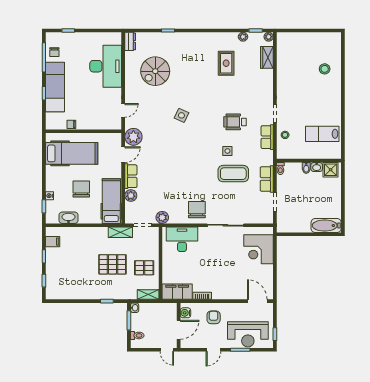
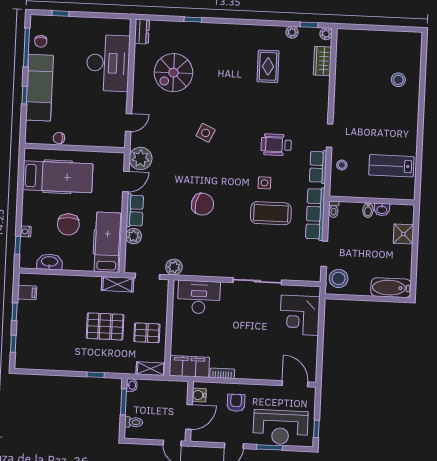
shower: (331, 170) -> (403, 234), moved
row of seats: (267, 179) -> (315, 214), width x1.48
chair: (81, 189) -> (68, 224), turned 180
chair: (197, 210) -> (203, 204), moved, turned 102
stool: (286, 220) -> (339, 278), added

